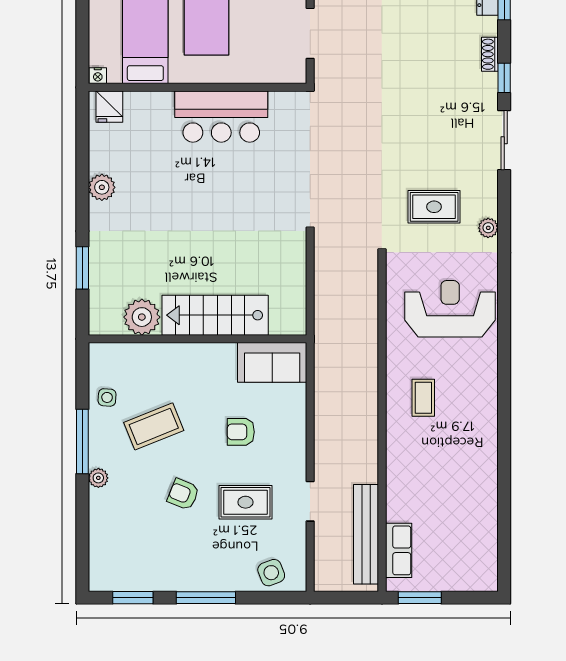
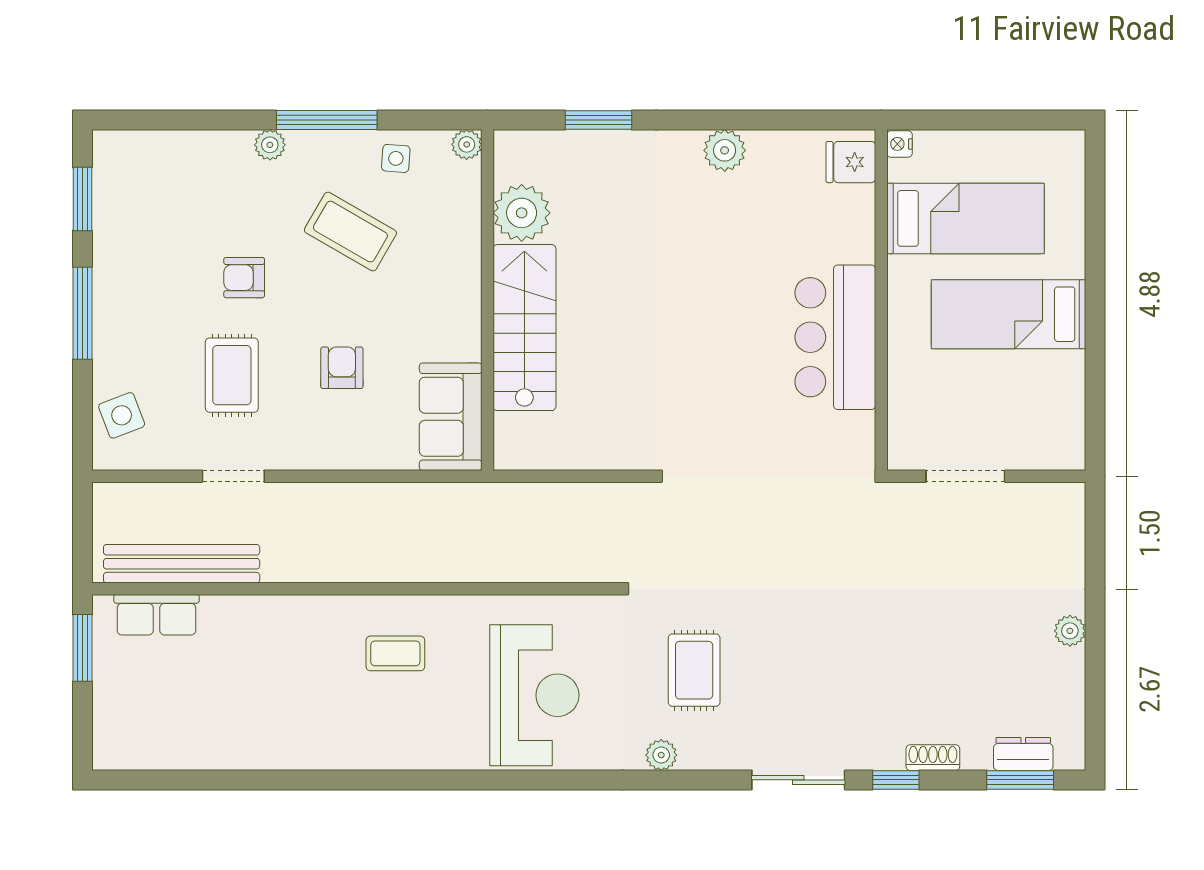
plant: (98, 352) -> (467, 144), added
coffee table: (154, 426) -> (350, 232), turned -38
armchair: (183, 494) -> (244, 278), turned -112

